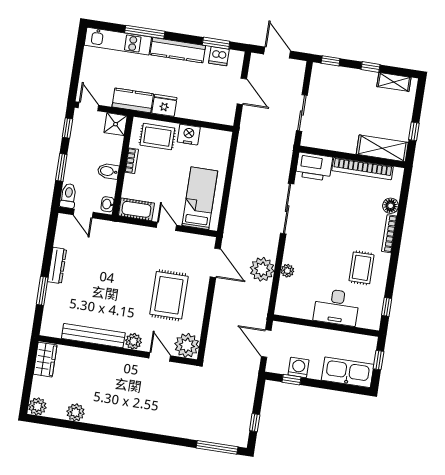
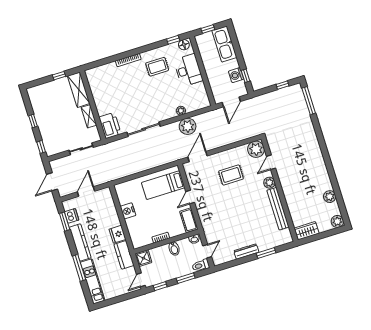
shelving: (394, 82) -> (89, 116), moved
rug: (157, 137) -> (138, 229), removed
bookcase: (363, 169) -> (97, 96), removed
floor lamp: (391, 206) -> (184, 45), moved
rug: (169, 295) -> (231, 175), width x0.73, depth x0.70

